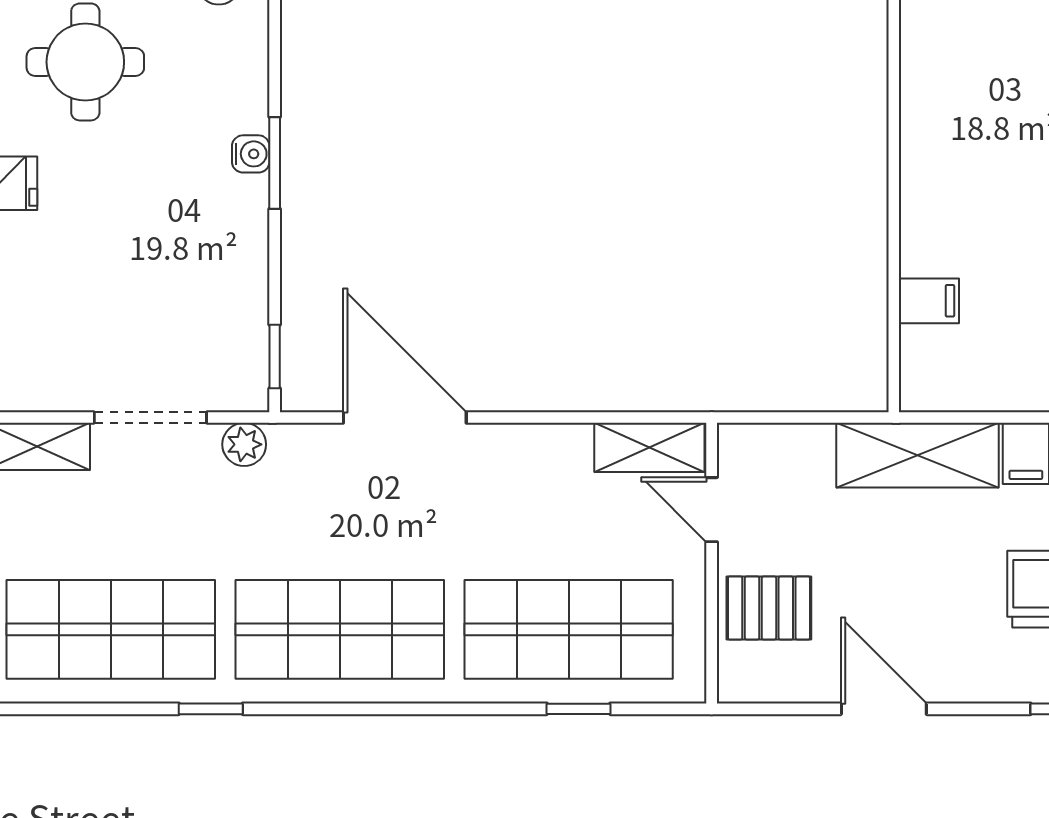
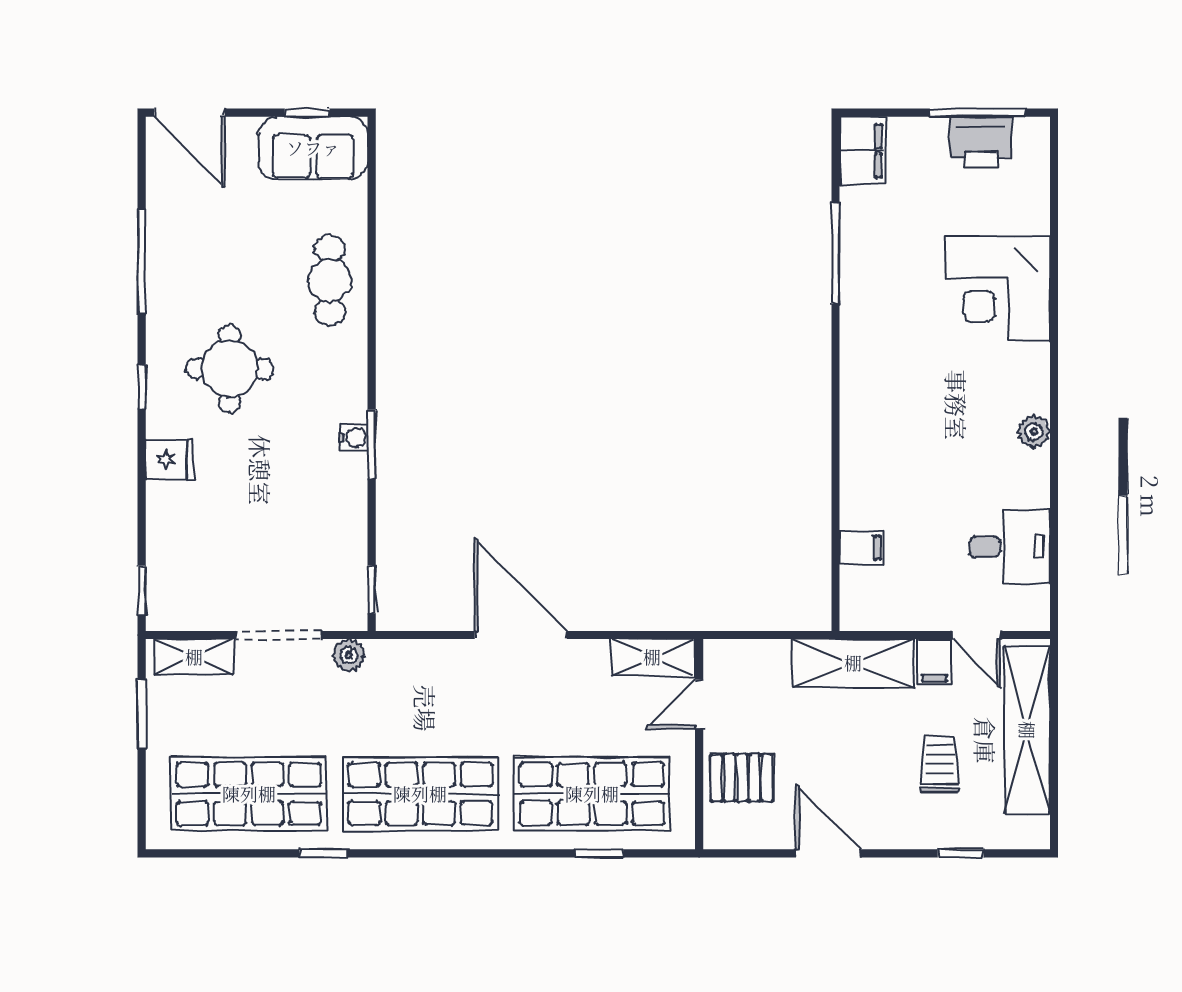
door: (405, 417) -> (521, 635), moved
door: (712, 510) -> (699, 704), hinge flipped

